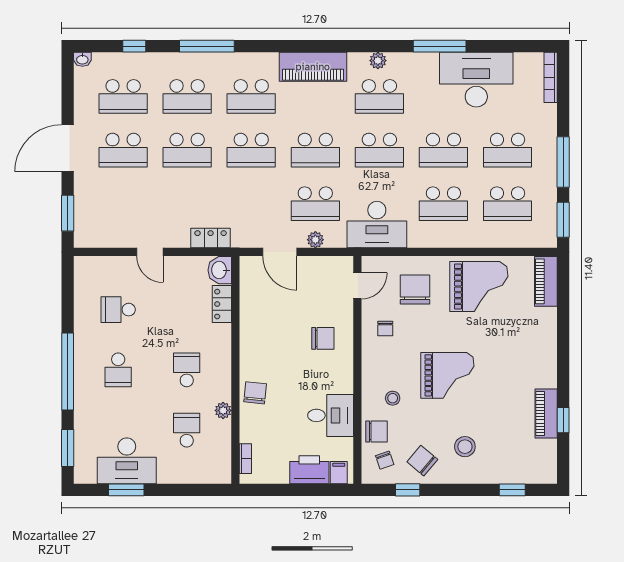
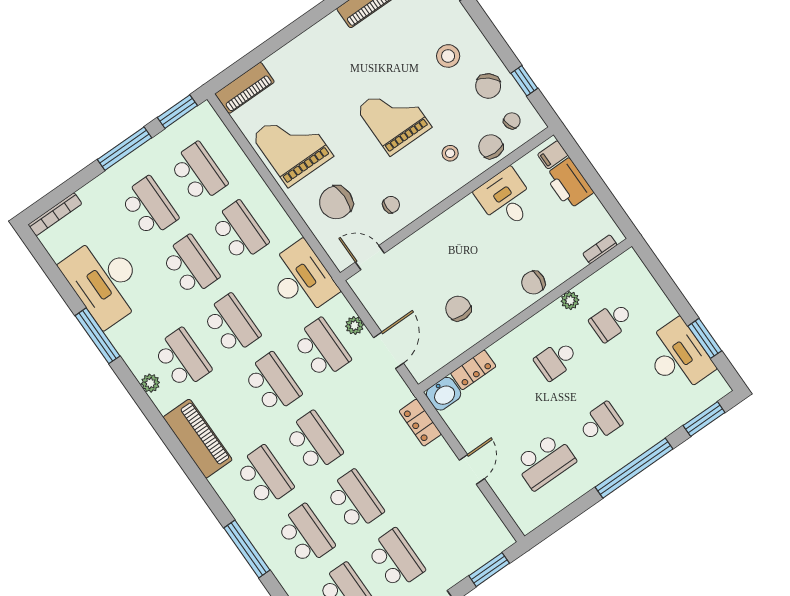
school desk: (118, 310) -> (545, 461), width x1.85
chair: (323, 338) -> (458, 308), moved

